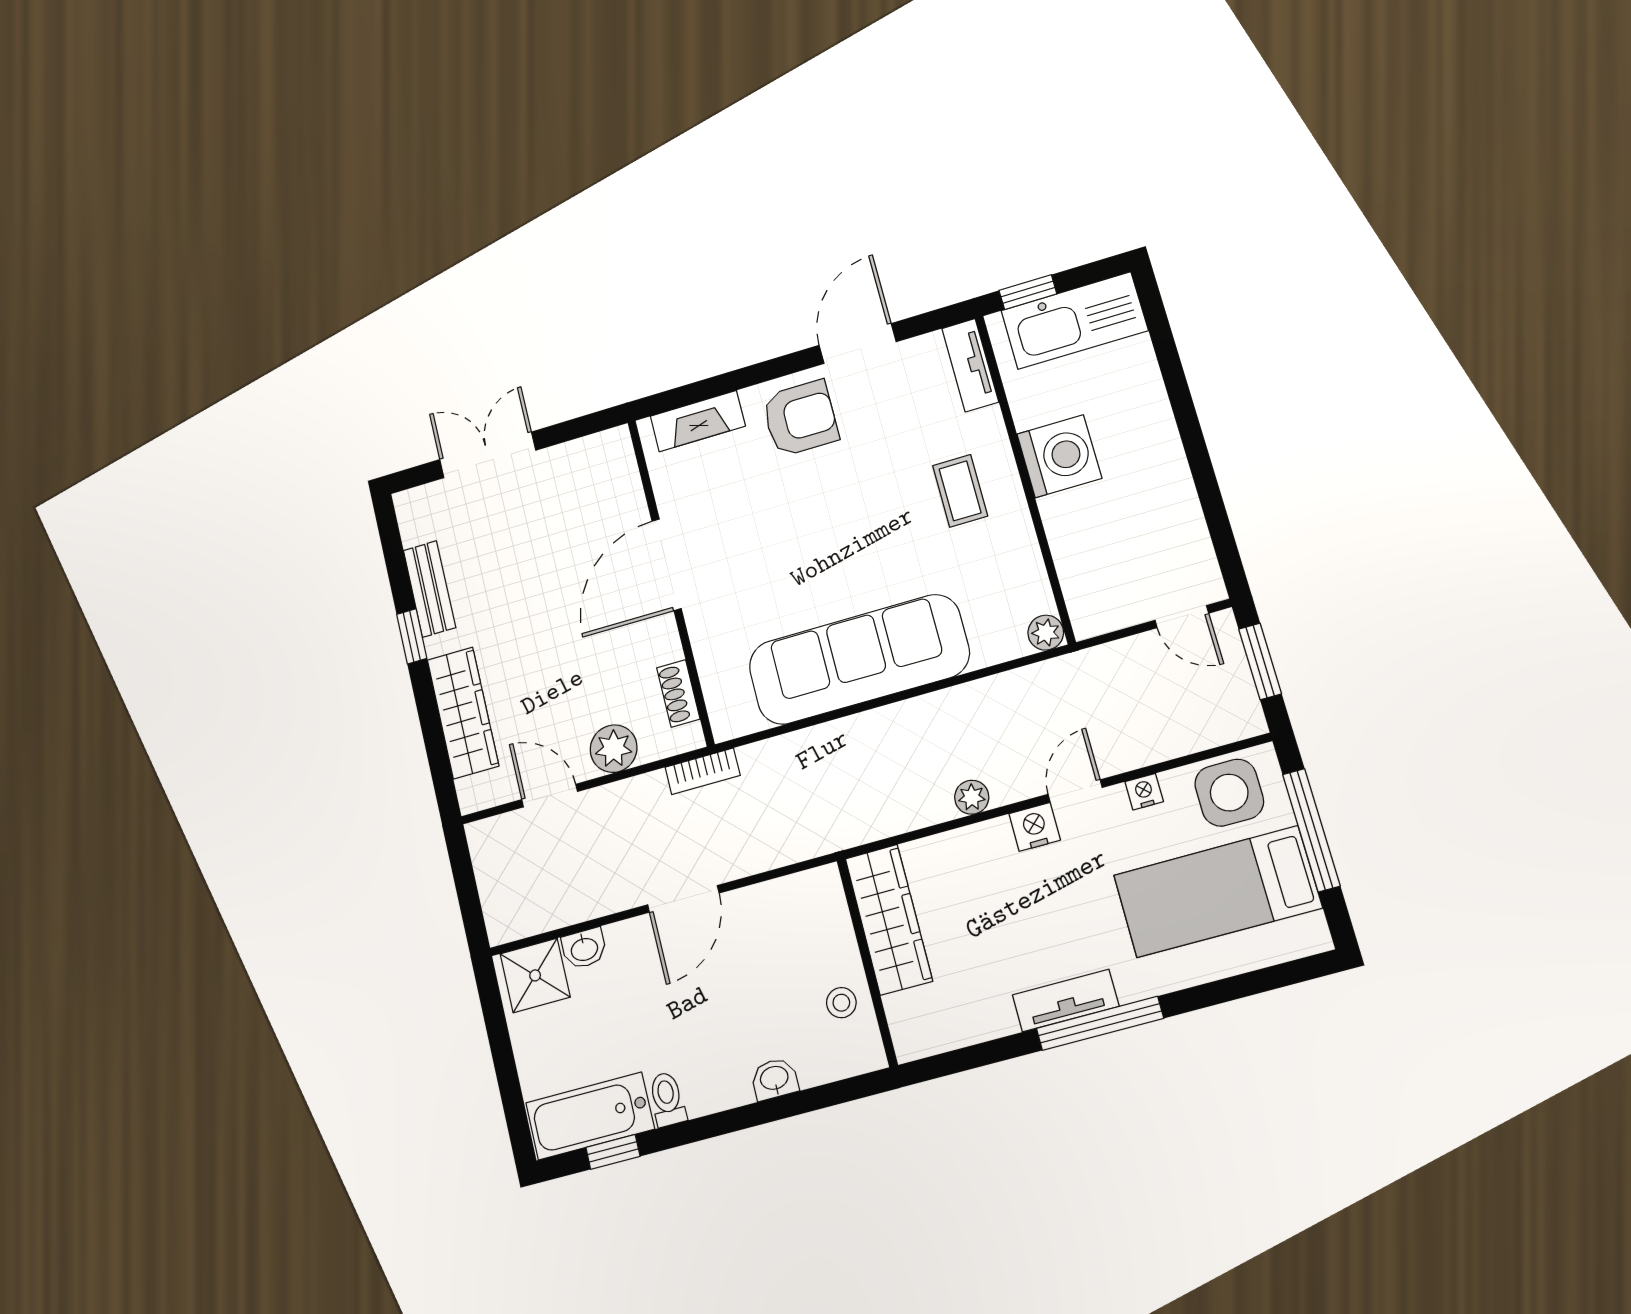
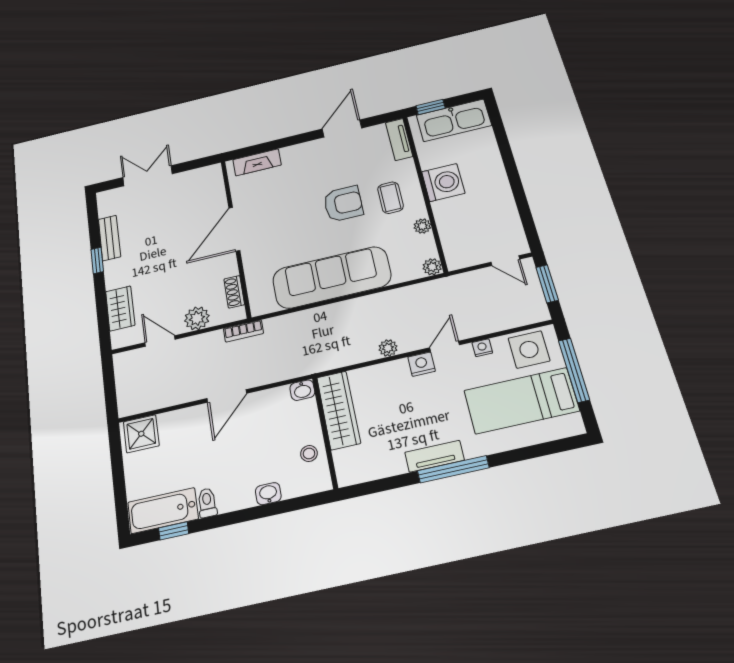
armchair: (800, 418) -> (343, 204), moved
plant: (1024, 549) -> (422, 226), added
wardrobe: (463, 713) -> (120, 308), width x0.67
washbasin: (584, 948) -> (302, 390), moved

